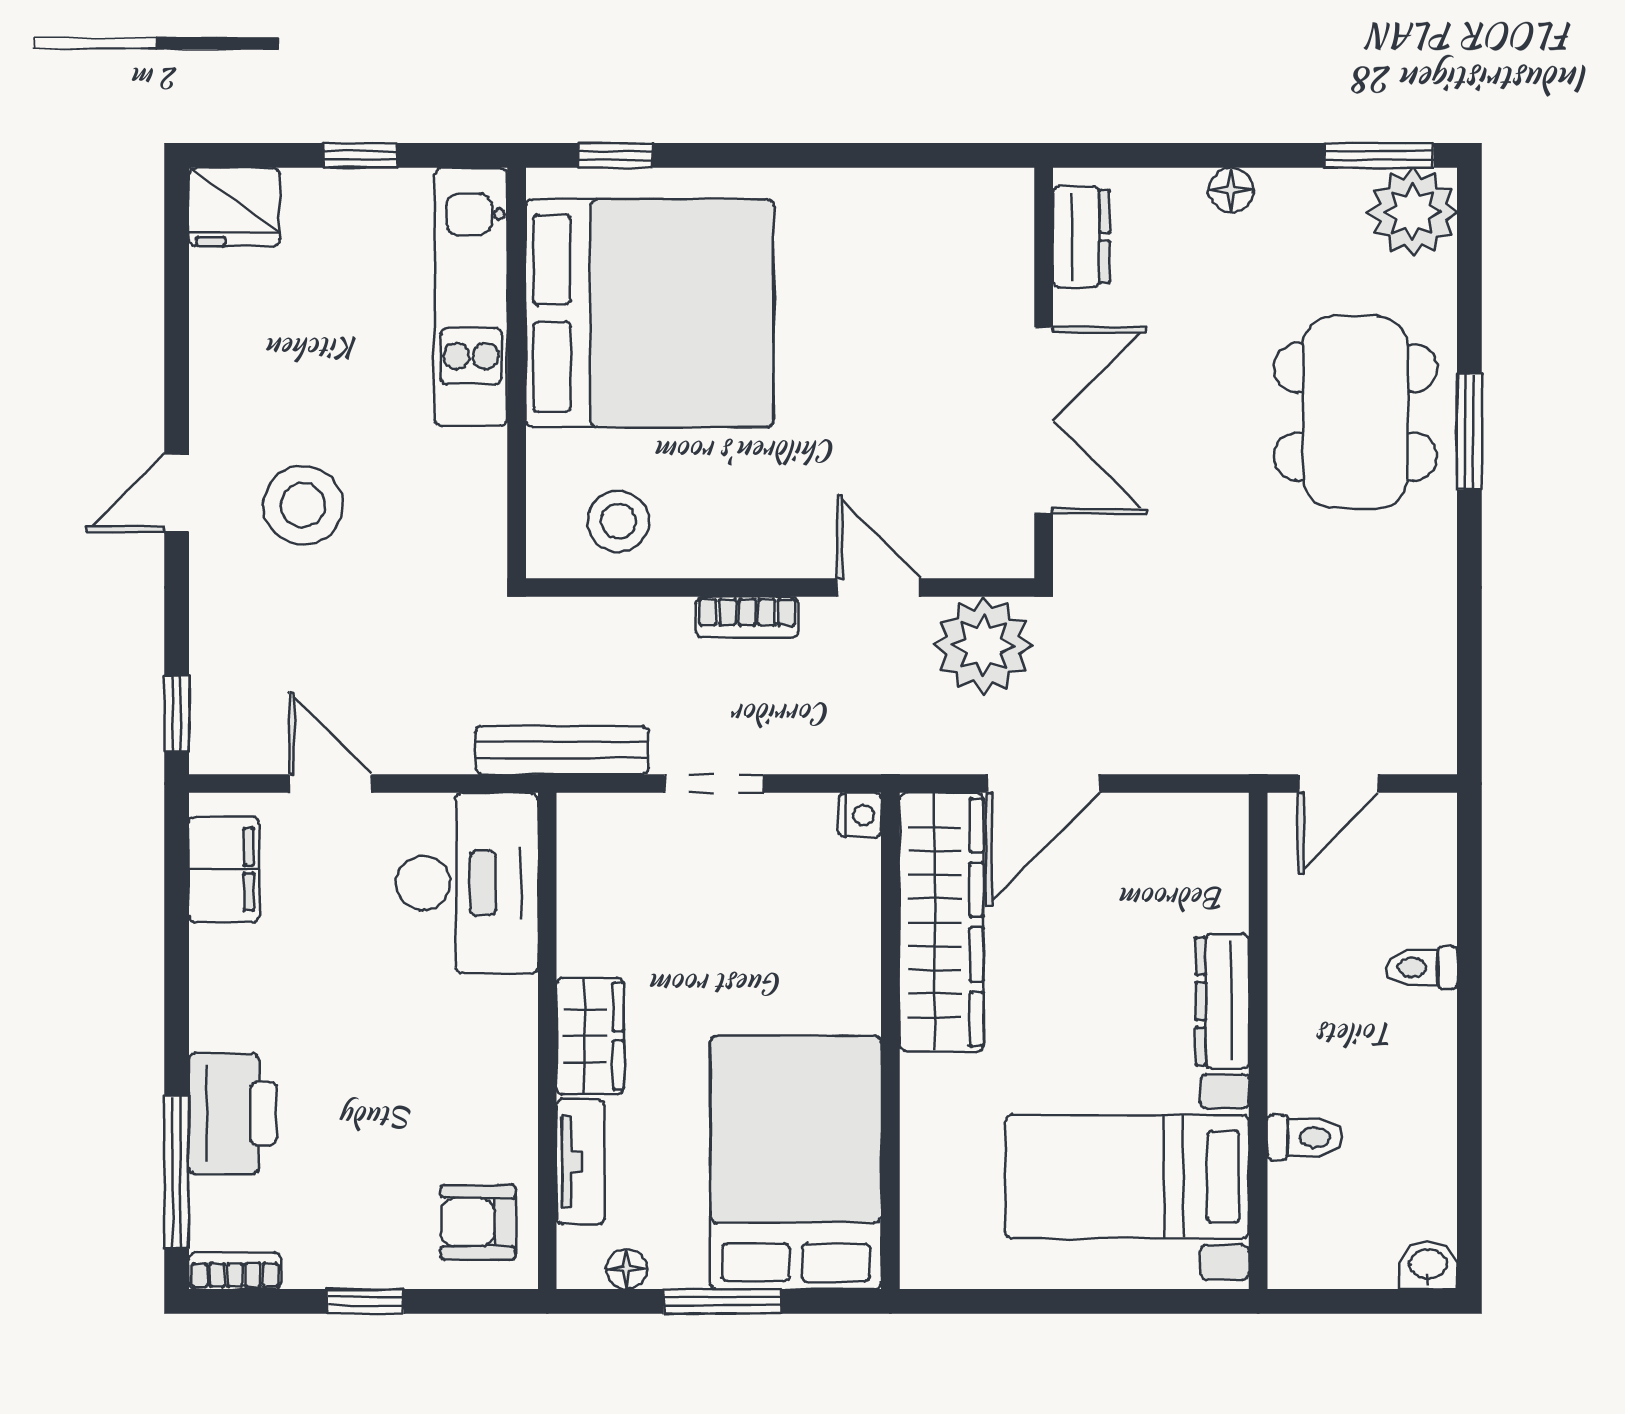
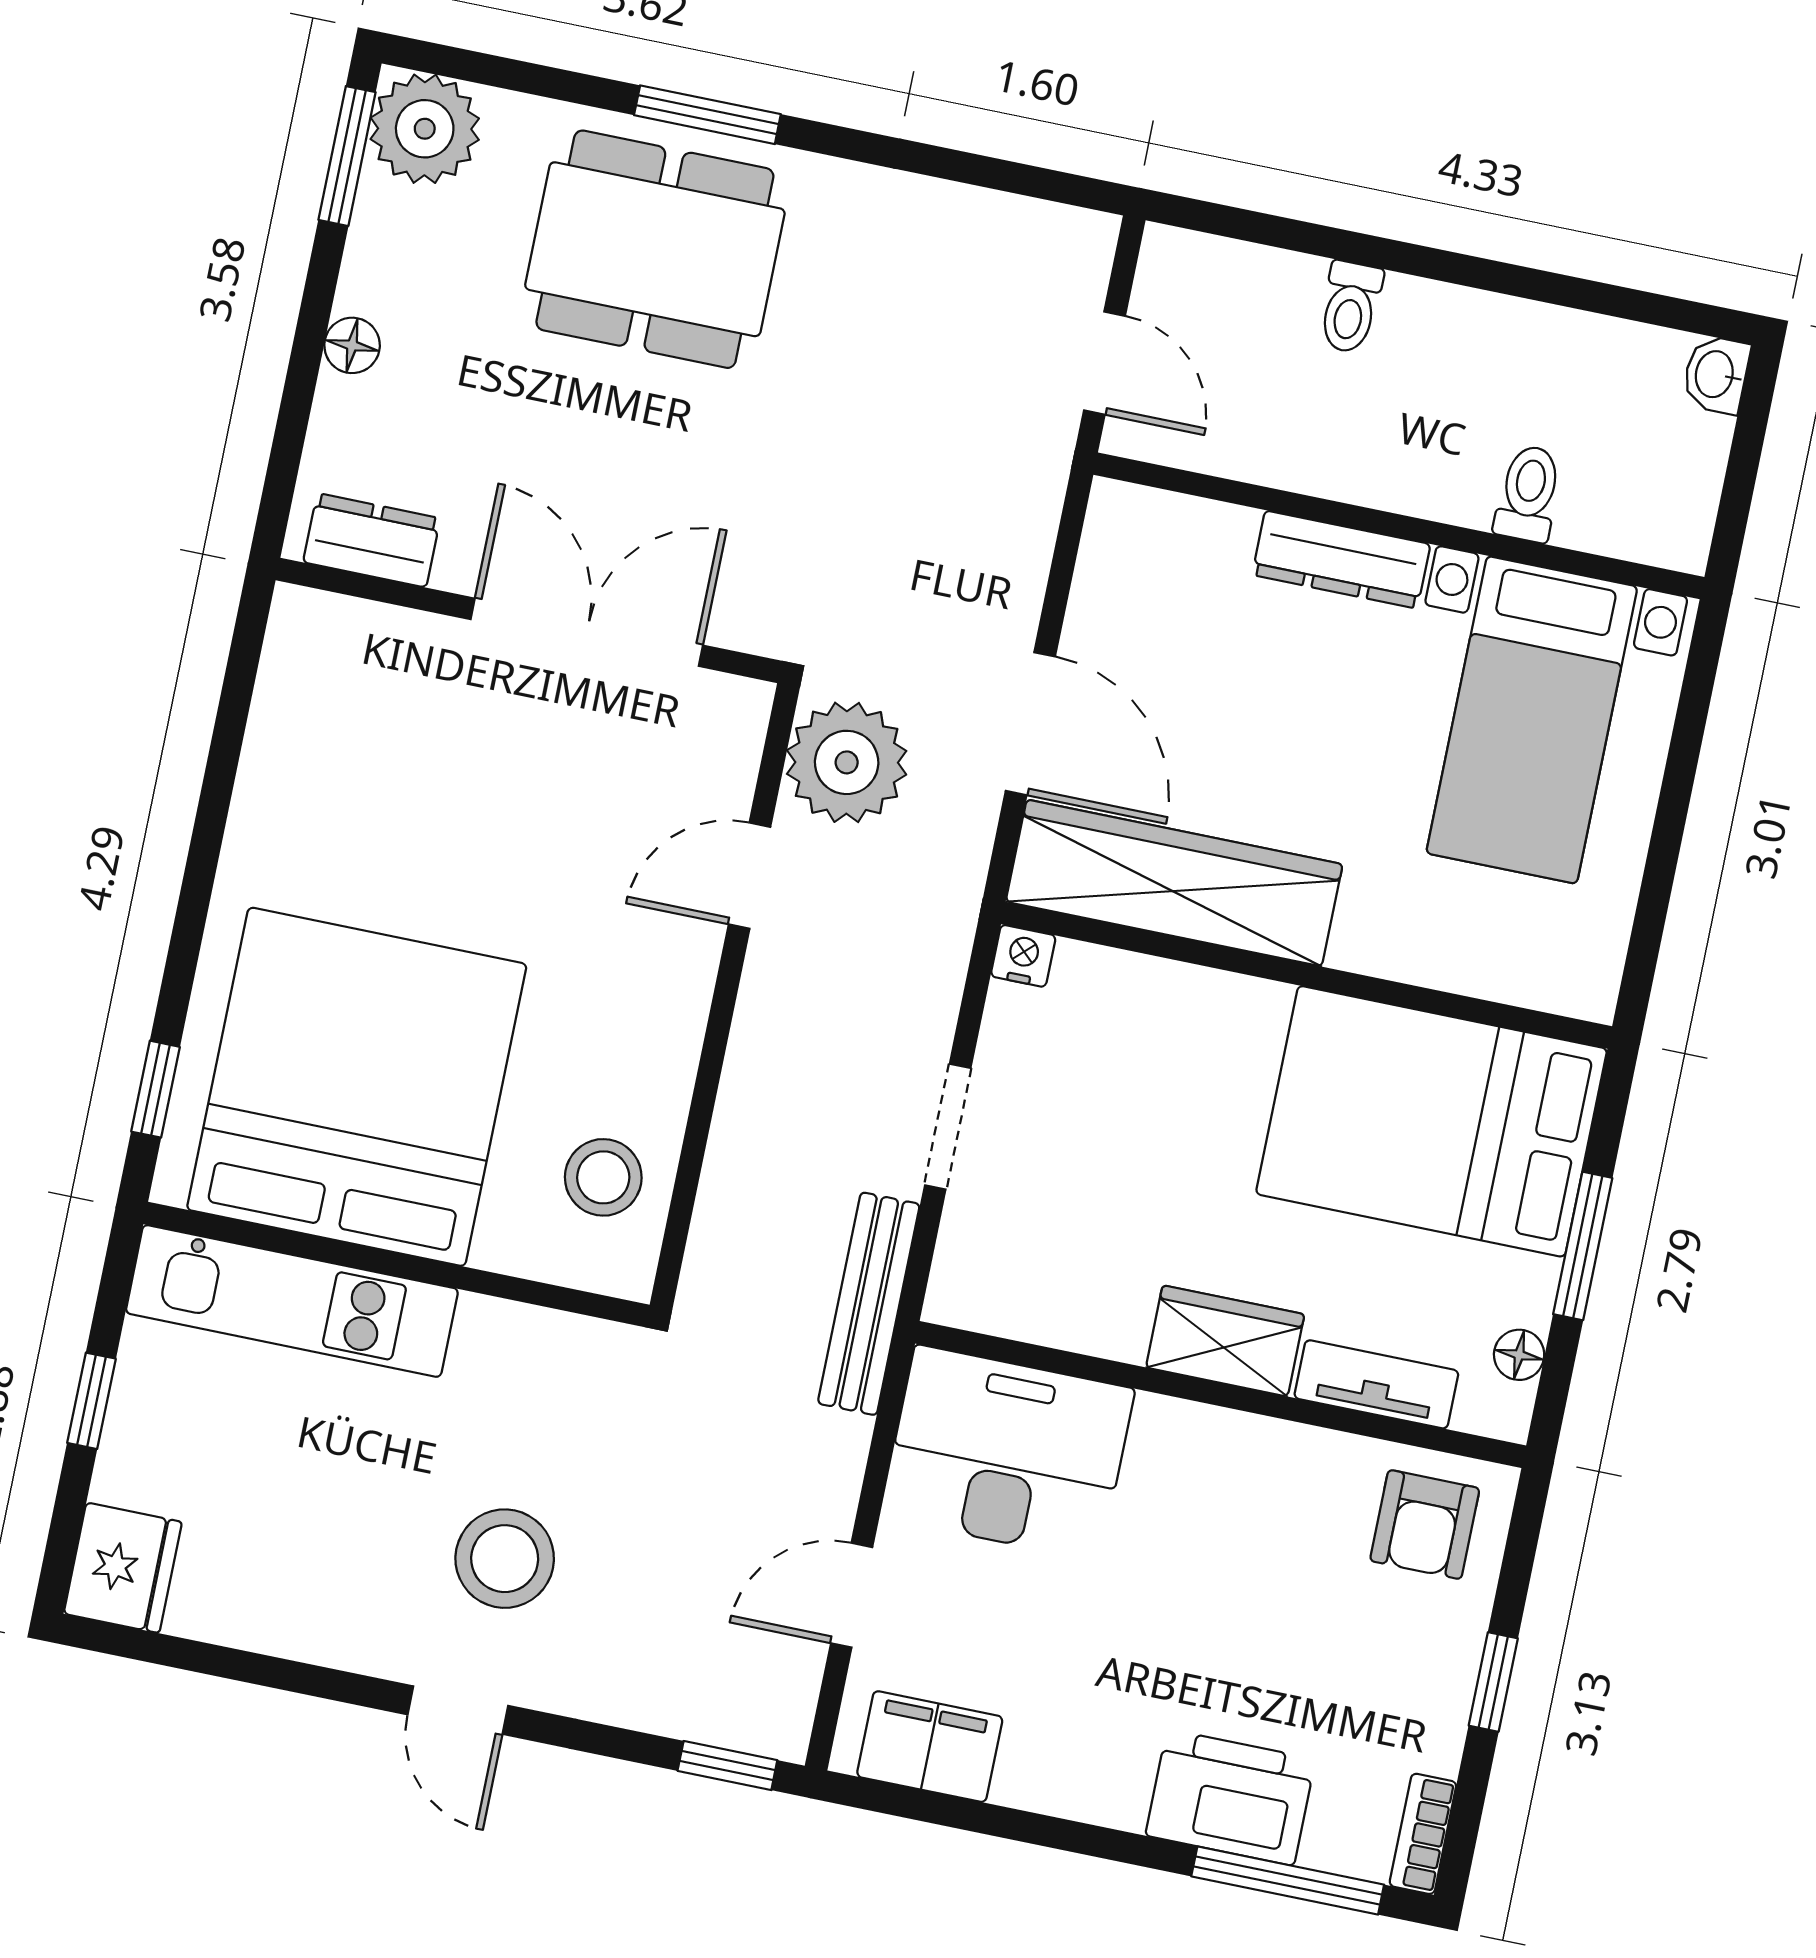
bookcase: (747, 617) -> (753, 1044), removed

